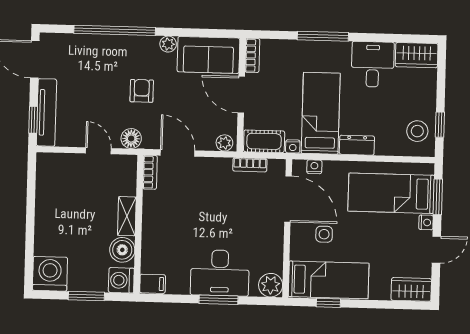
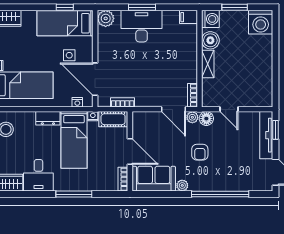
plant: (224, 143) -> (192, 117), moved

